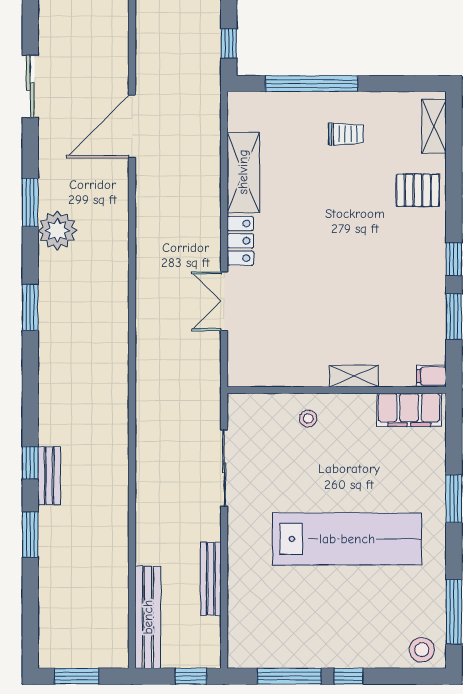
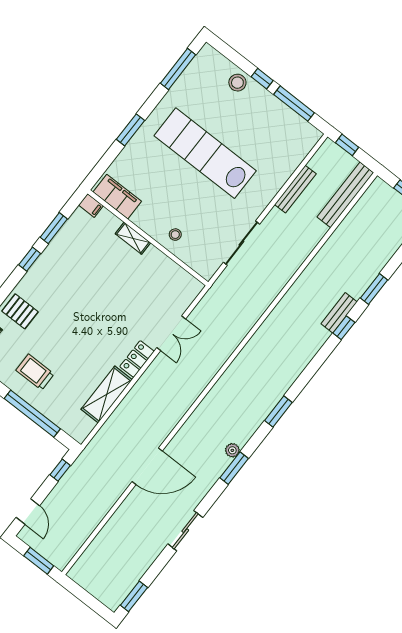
trolley: (346, 134) -> (35, 372), width x1.36, depth x1.39
plant: (57, 230) -> (232, 450), width x0.53, depth x0.53
stool: (422, 650) -> (237, 83), moved

